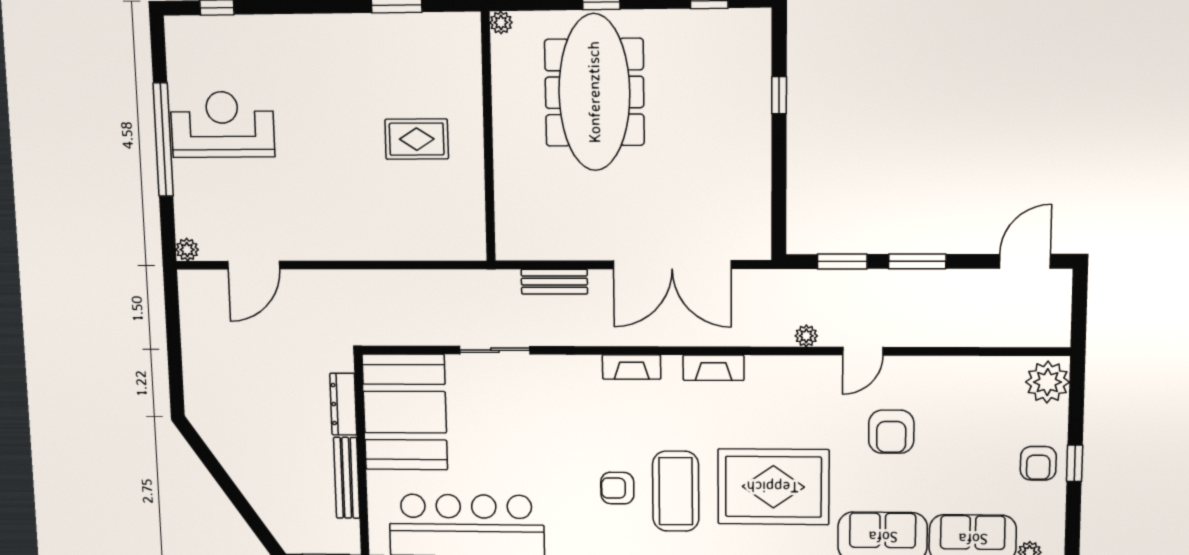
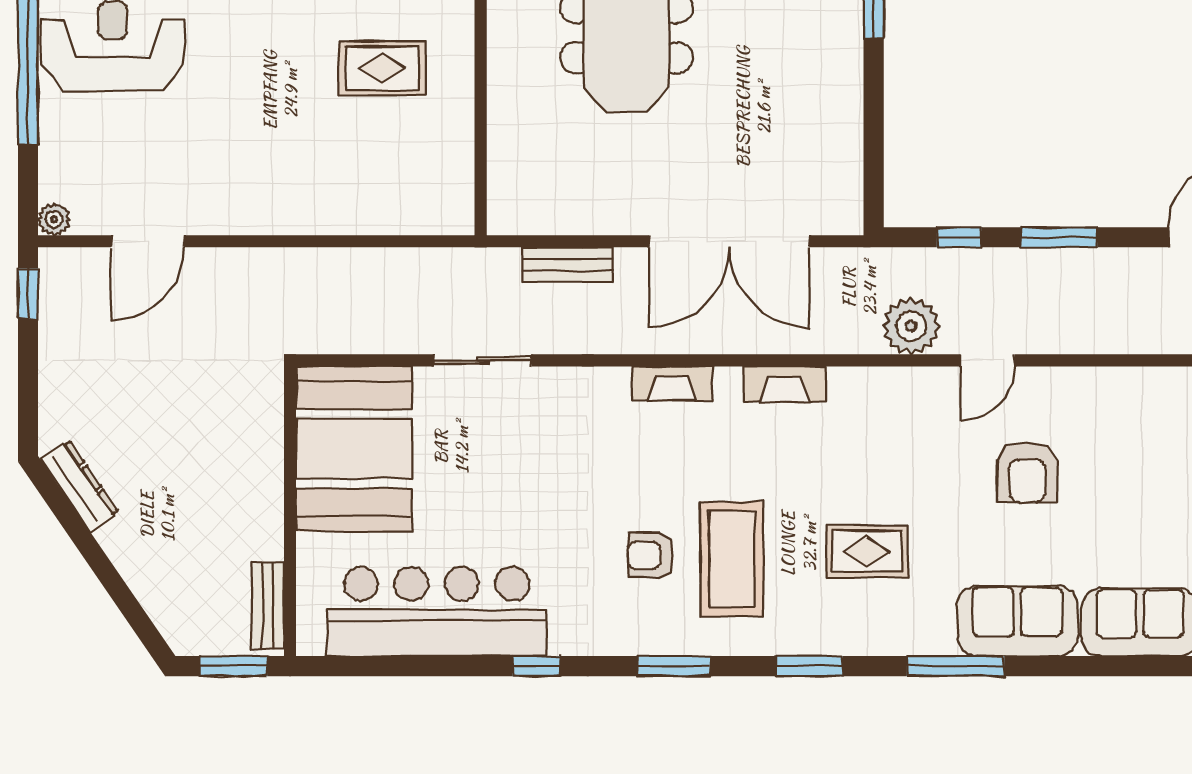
window: (842, 261) -> (959, 237), width x0.67
window: (172, 302) -> (28, 294), added
plant: (806, 336) -> (911, 326), width x1.88, depth x1.88
dresser: (343, 404) -> (80, 486), moved, turned 146
bench: (347, 478) -> (268, 606), moved, width x0.73
rug: (773, 487) -> (867, 551), width x0.54, depth x0.49

